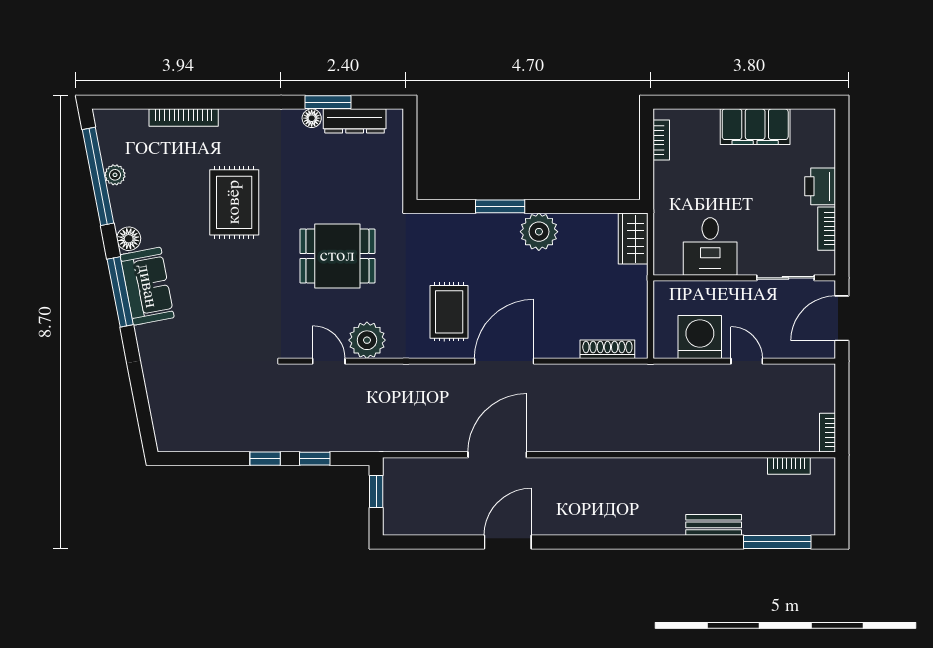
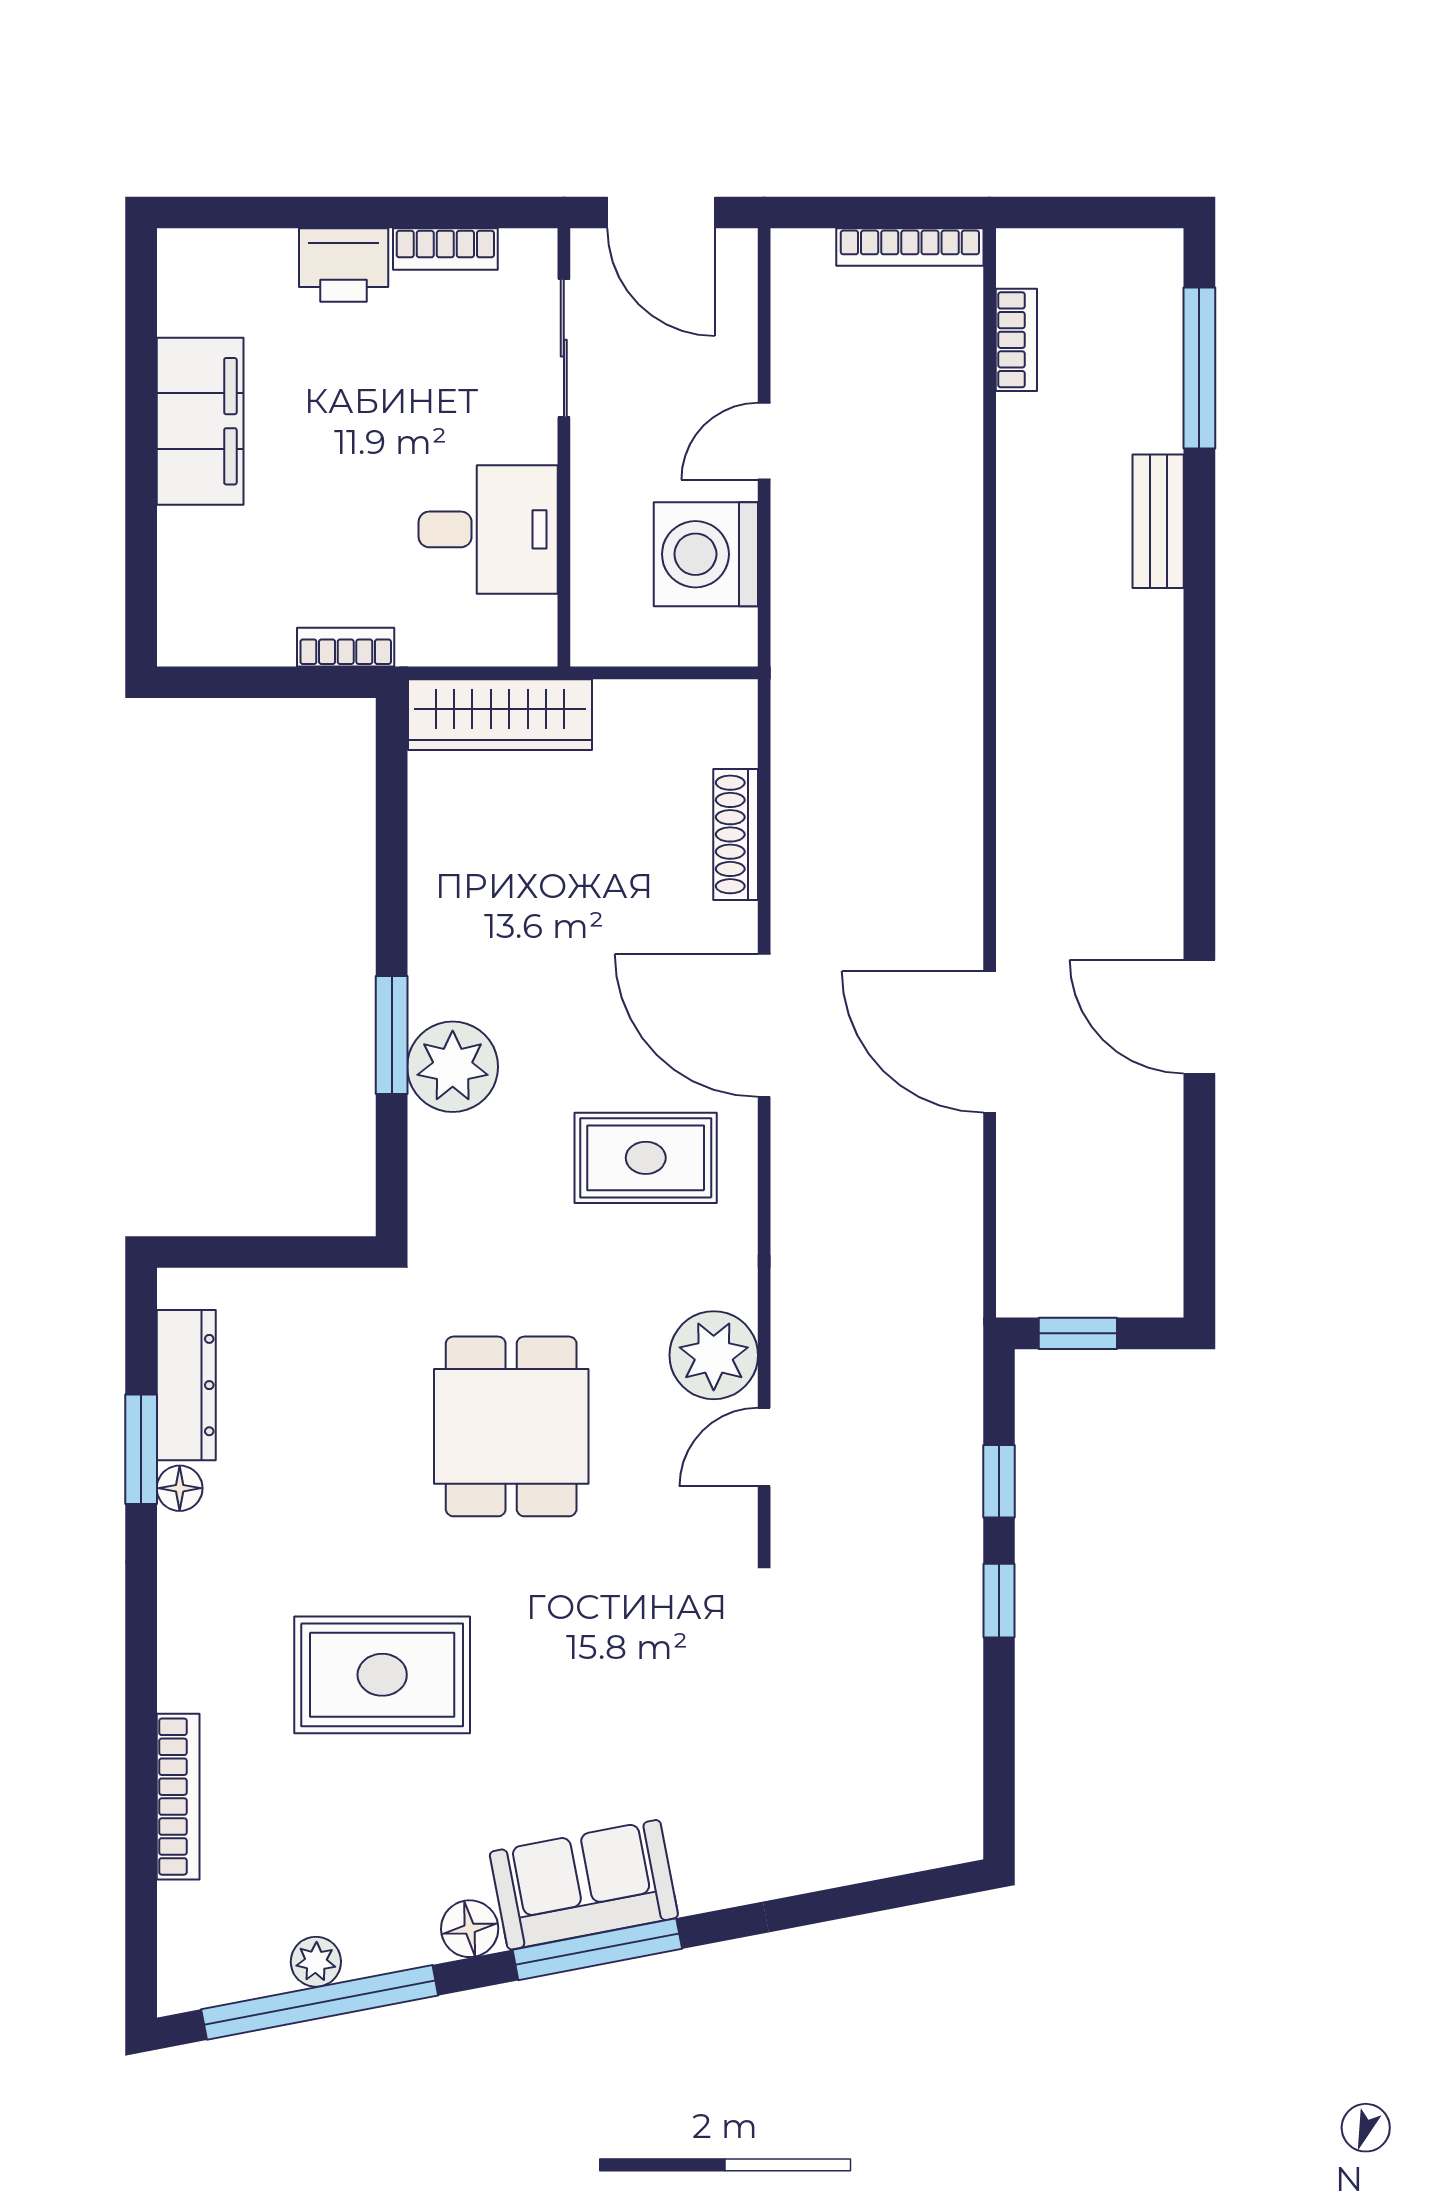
bookcase: (661, 140) -> (346, 647), moved
plant: (539, 232) -> (453, 1067), moved
wardrobe: (633, 239) -> (500, 715), width x1.50
shoe rack: (607, 349) -> (736, 834), moved
bookcase: (828, 433) -> (910, 247), width x1.56

